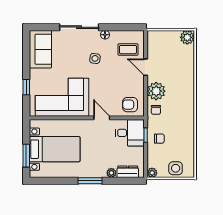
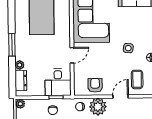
armchair: (130, 105) -> (95, 85), moved

